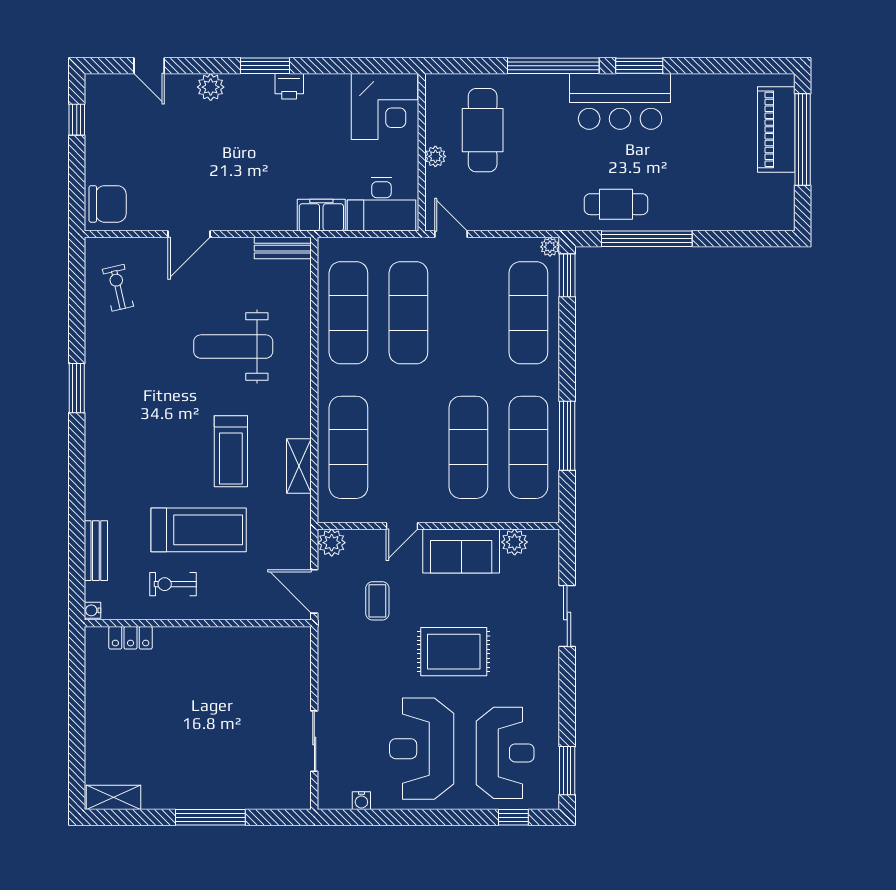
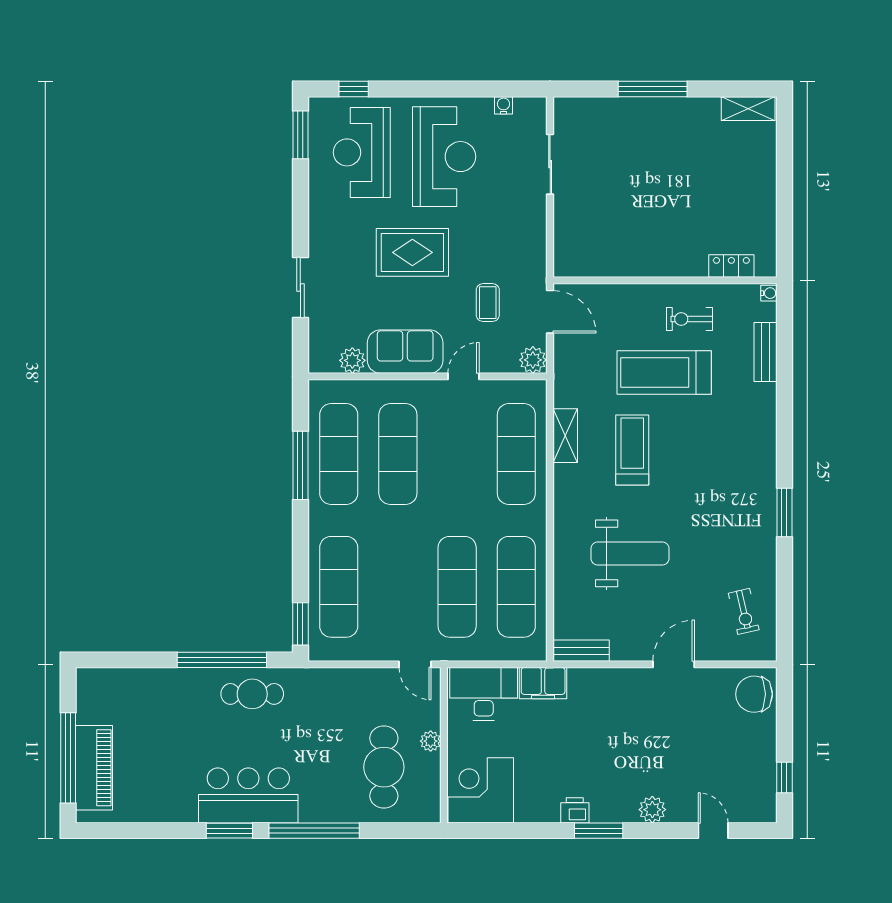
plant: (550, 247) -> (317, 652), removed
exercise bike: (173, 584) -> (689, 319), turned 180

